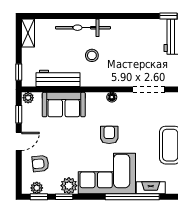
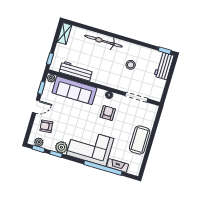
stool: (92, 55) -> (131, 65), moved
sofa: (64, 105) -> (74, 90), width x1.36
armchair: (109, 135) -> (108, 113), moved

